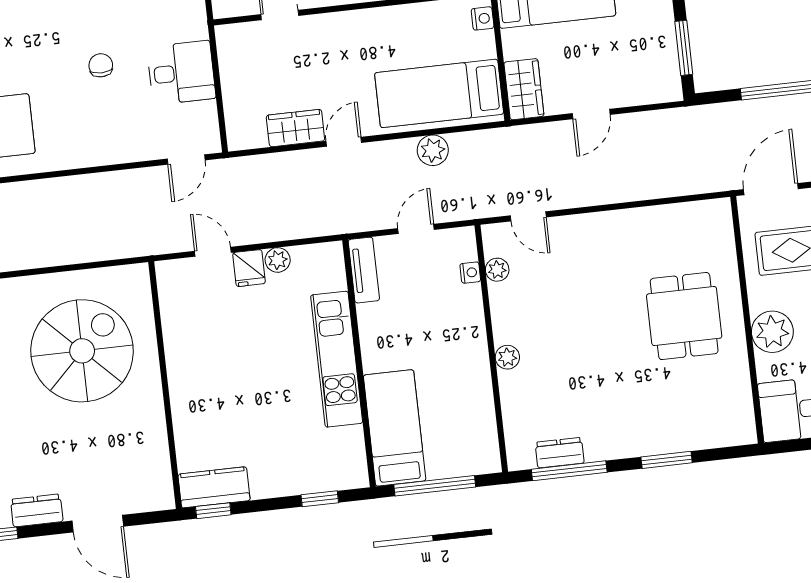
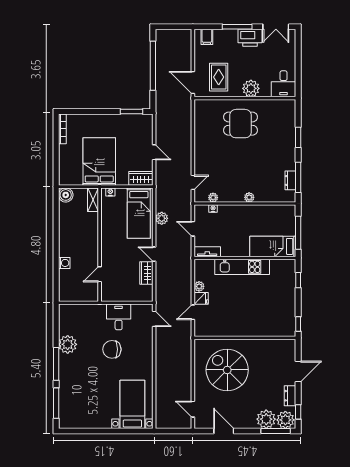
chair: (101, 65) -> (112, 349), width x1.87, depth x1.87
kitchen counter: (214, 487) -> (289, 323), removed

